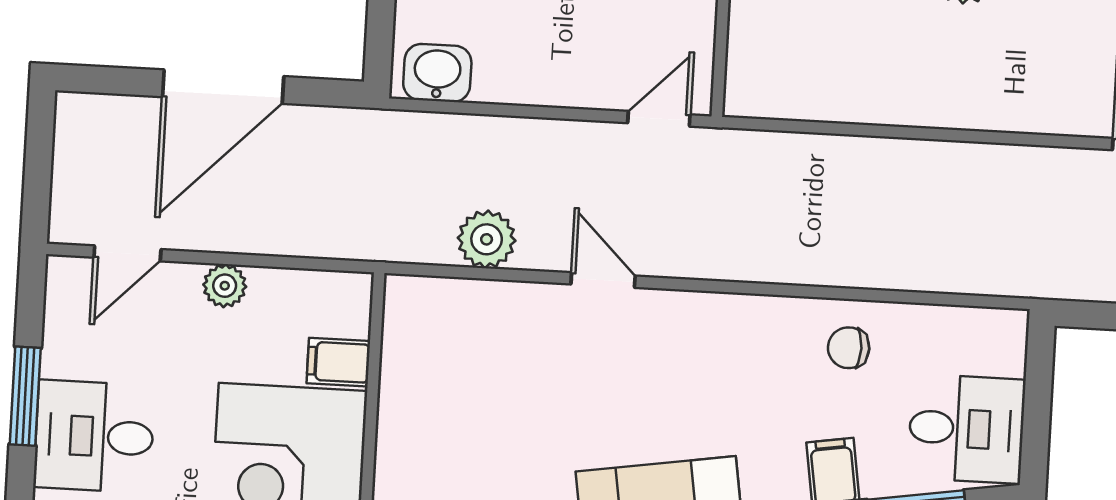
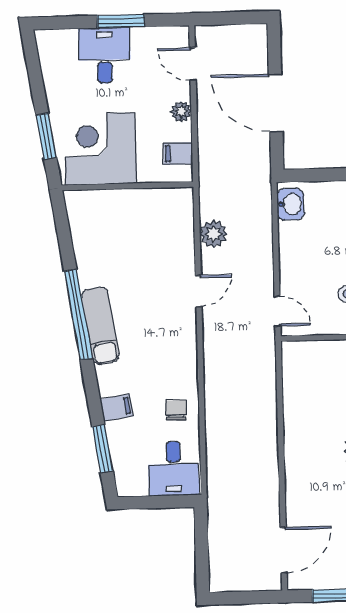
filing cabinet: (338, 362) -> (178, 154), moved, turned -90
desk: (966, 429) -> (174, 469), moved

